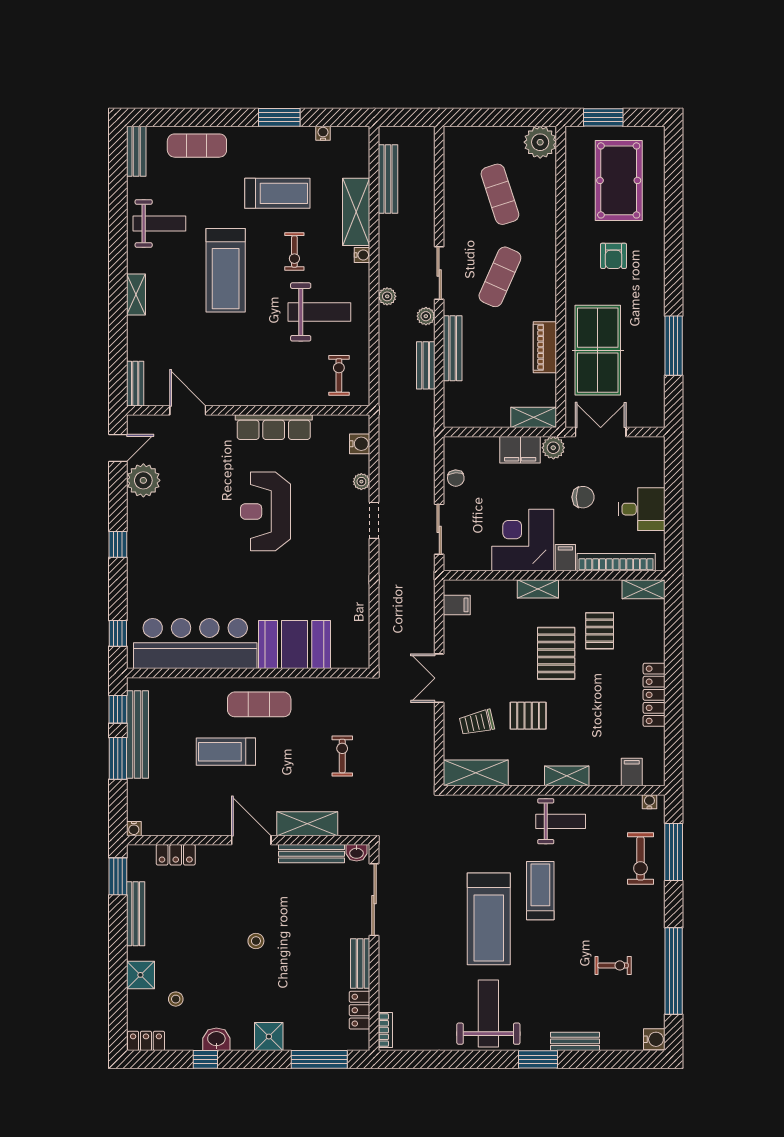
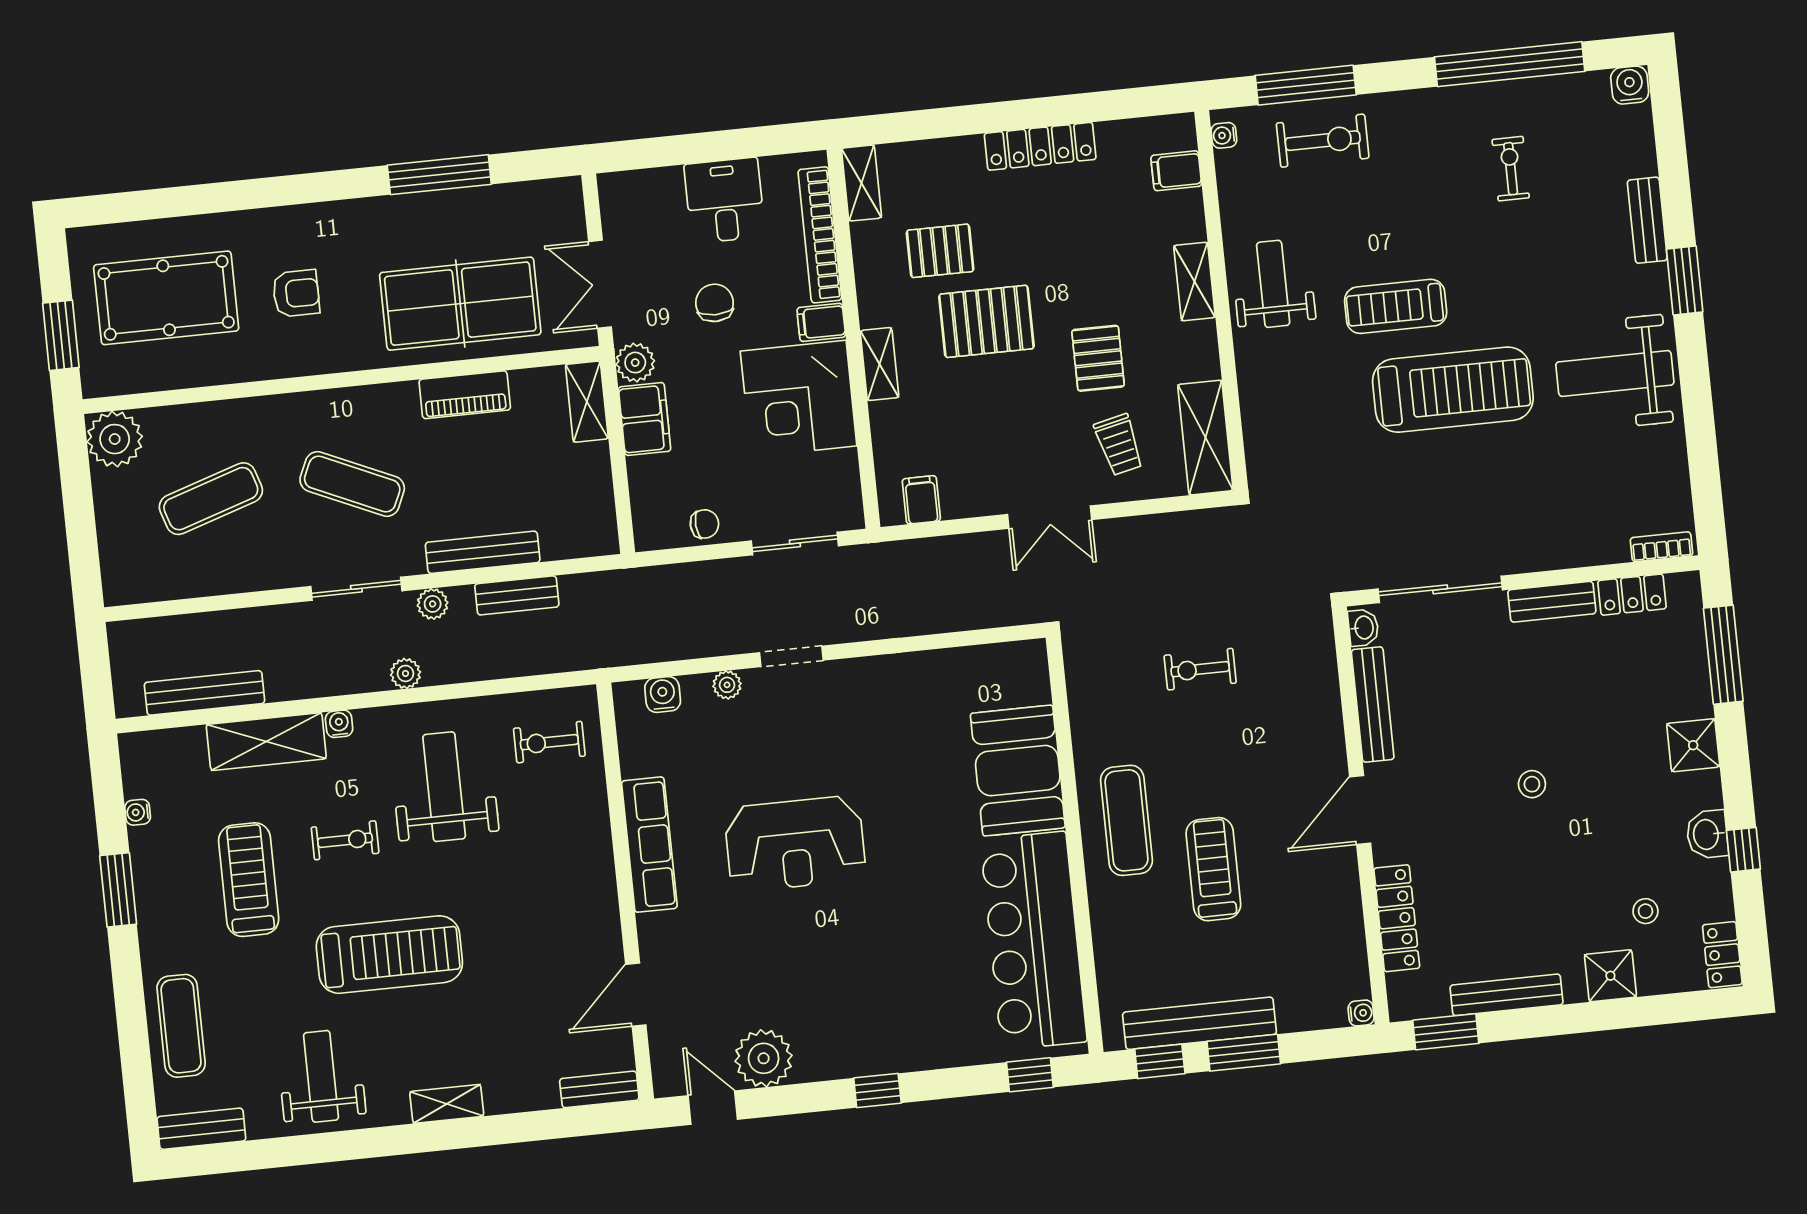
treadmill: (226, 752) -> (1213, 869), turned 180
shelving: (307, 824) -> (1322, 717), removed
locker: (176, 855) -> (1397, 918), width x1.53

